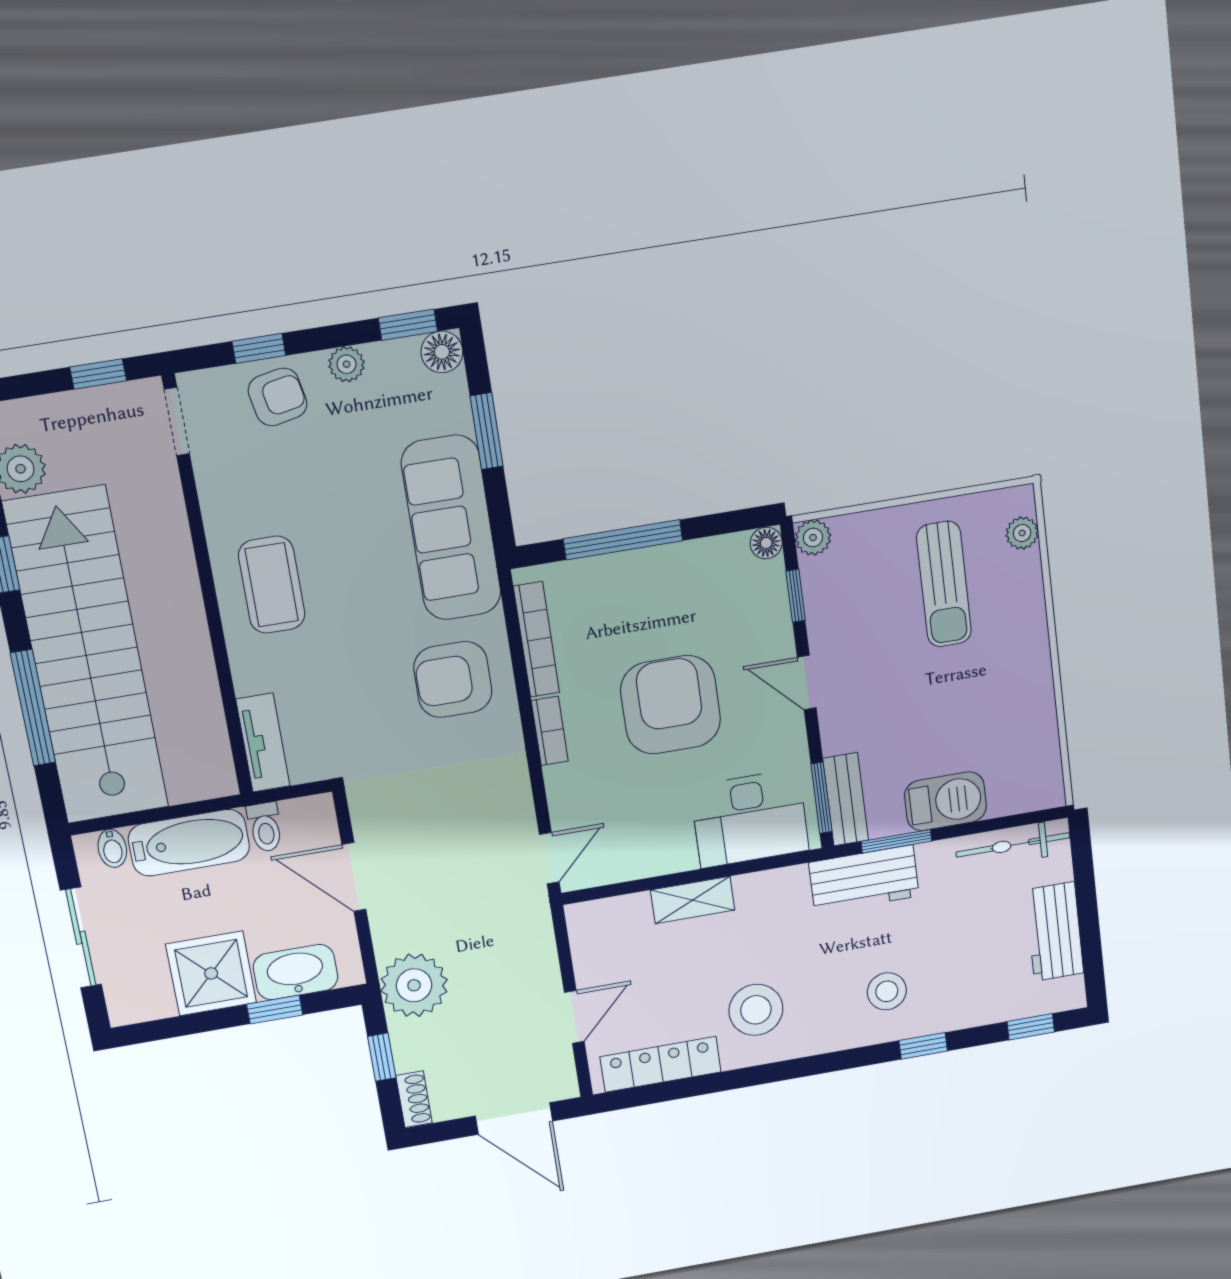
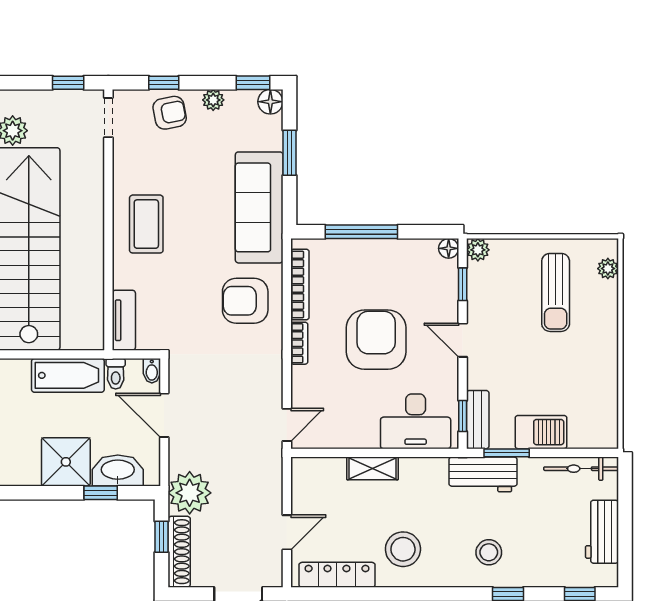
window: (821, 798) -> (463, 416), width x0.67
bidet: (112, 848) -> (152, 371), moved
shoe rack: (414, 1099) -> (179, 552), width x1.94, depth x1.24

